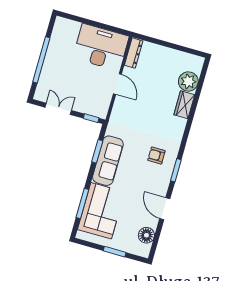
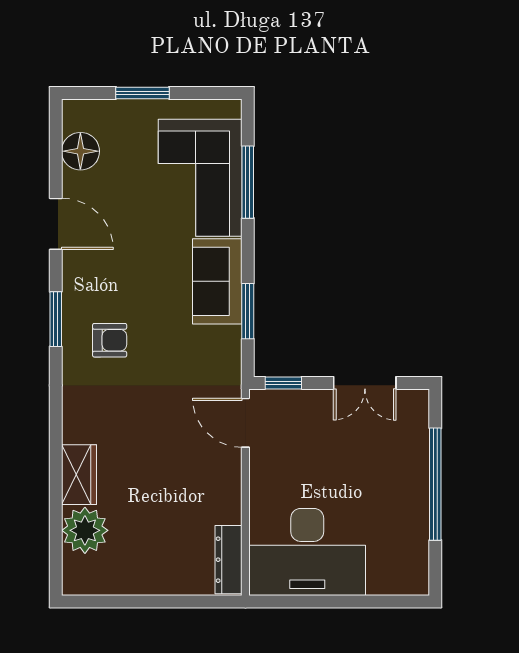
door: (117, 84) -> (245, 423), moved
sofa: (108, 161) -> (217, 281), width x0.73

